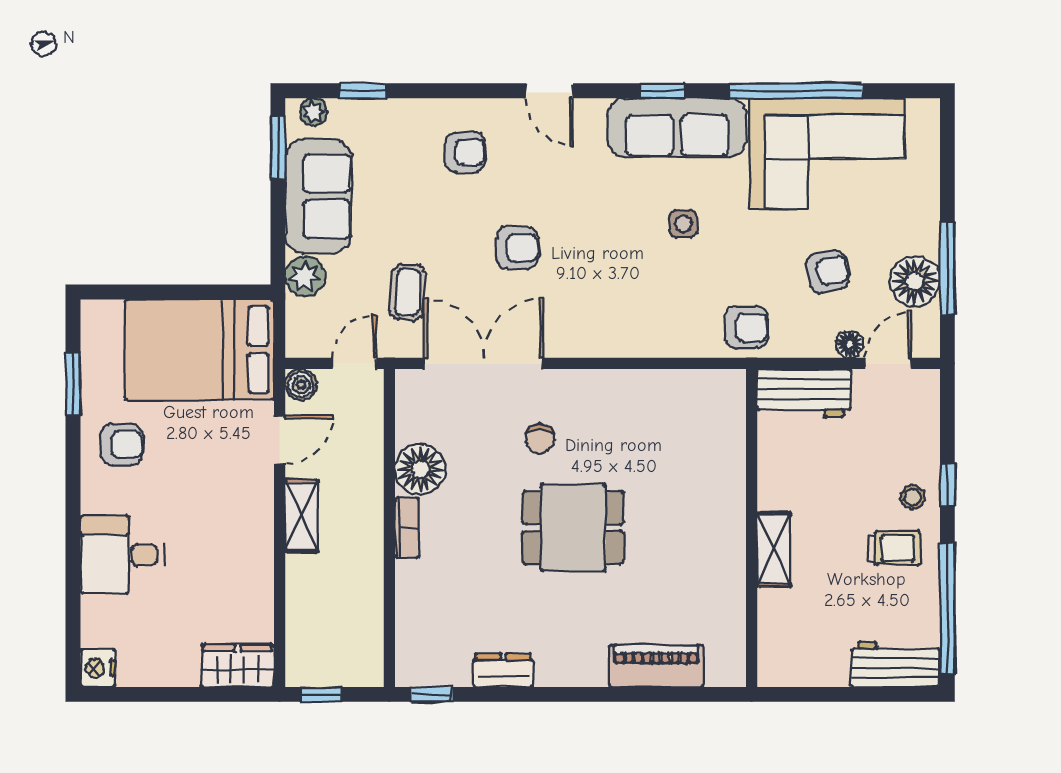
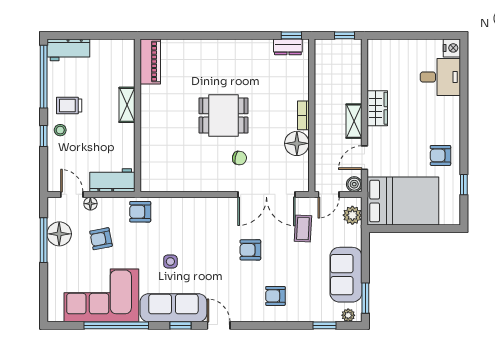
door: (549, 91) -> (219, 325), moved
plant: (305, 276) -> (352, 215), moved
door: (888, 363) -> (72, 194), swing flipped
window: (73, 384) -> (464, 185), width x0.67
chair: (540, 439) -> (239, 158), turned 101
desk: (122, 555) -> (440, 77), moved
wardrobe: (238, 666) -> (377, 108), moved, turned -90
piano: (656, 666) -> (150, 61), moved, turned -90
dresser: (503, 670) -> (288, 47), moved

